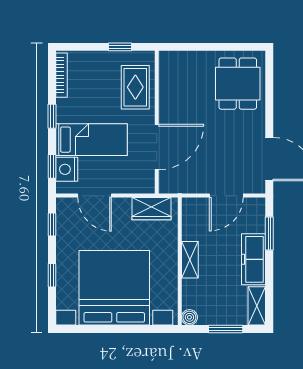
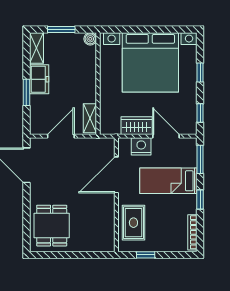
window: (52, 166) -> (200, 159), width x1.50
nightstand: (67, 169) -> (141, 146), moved, turned -90
wardrobe: (151, 209) -> (137, 126), moved
window: (269, 234) -> (26, 92), moved
freezer: (254, 259) -> (39, 79), width x0.71
shelving: (190, 260) -> (90, 118), moved

